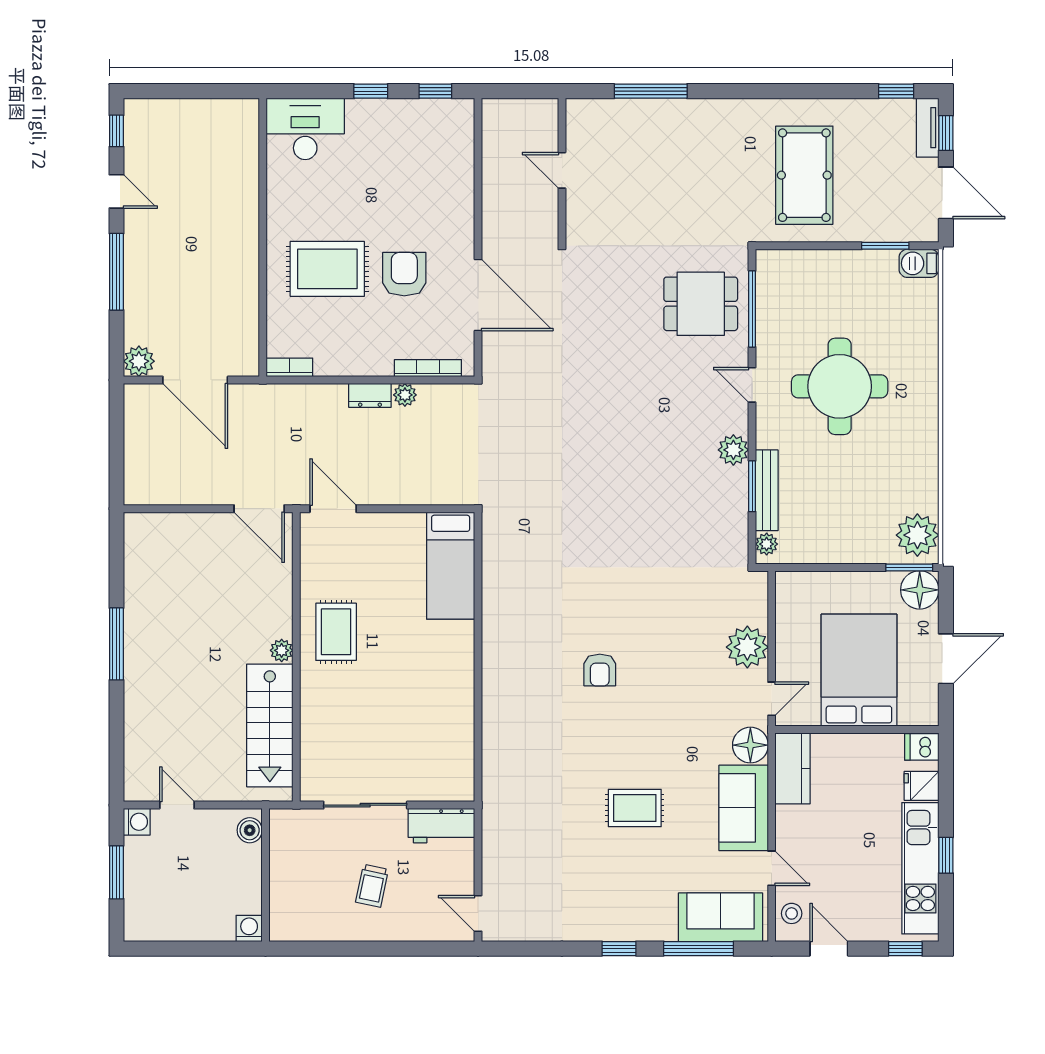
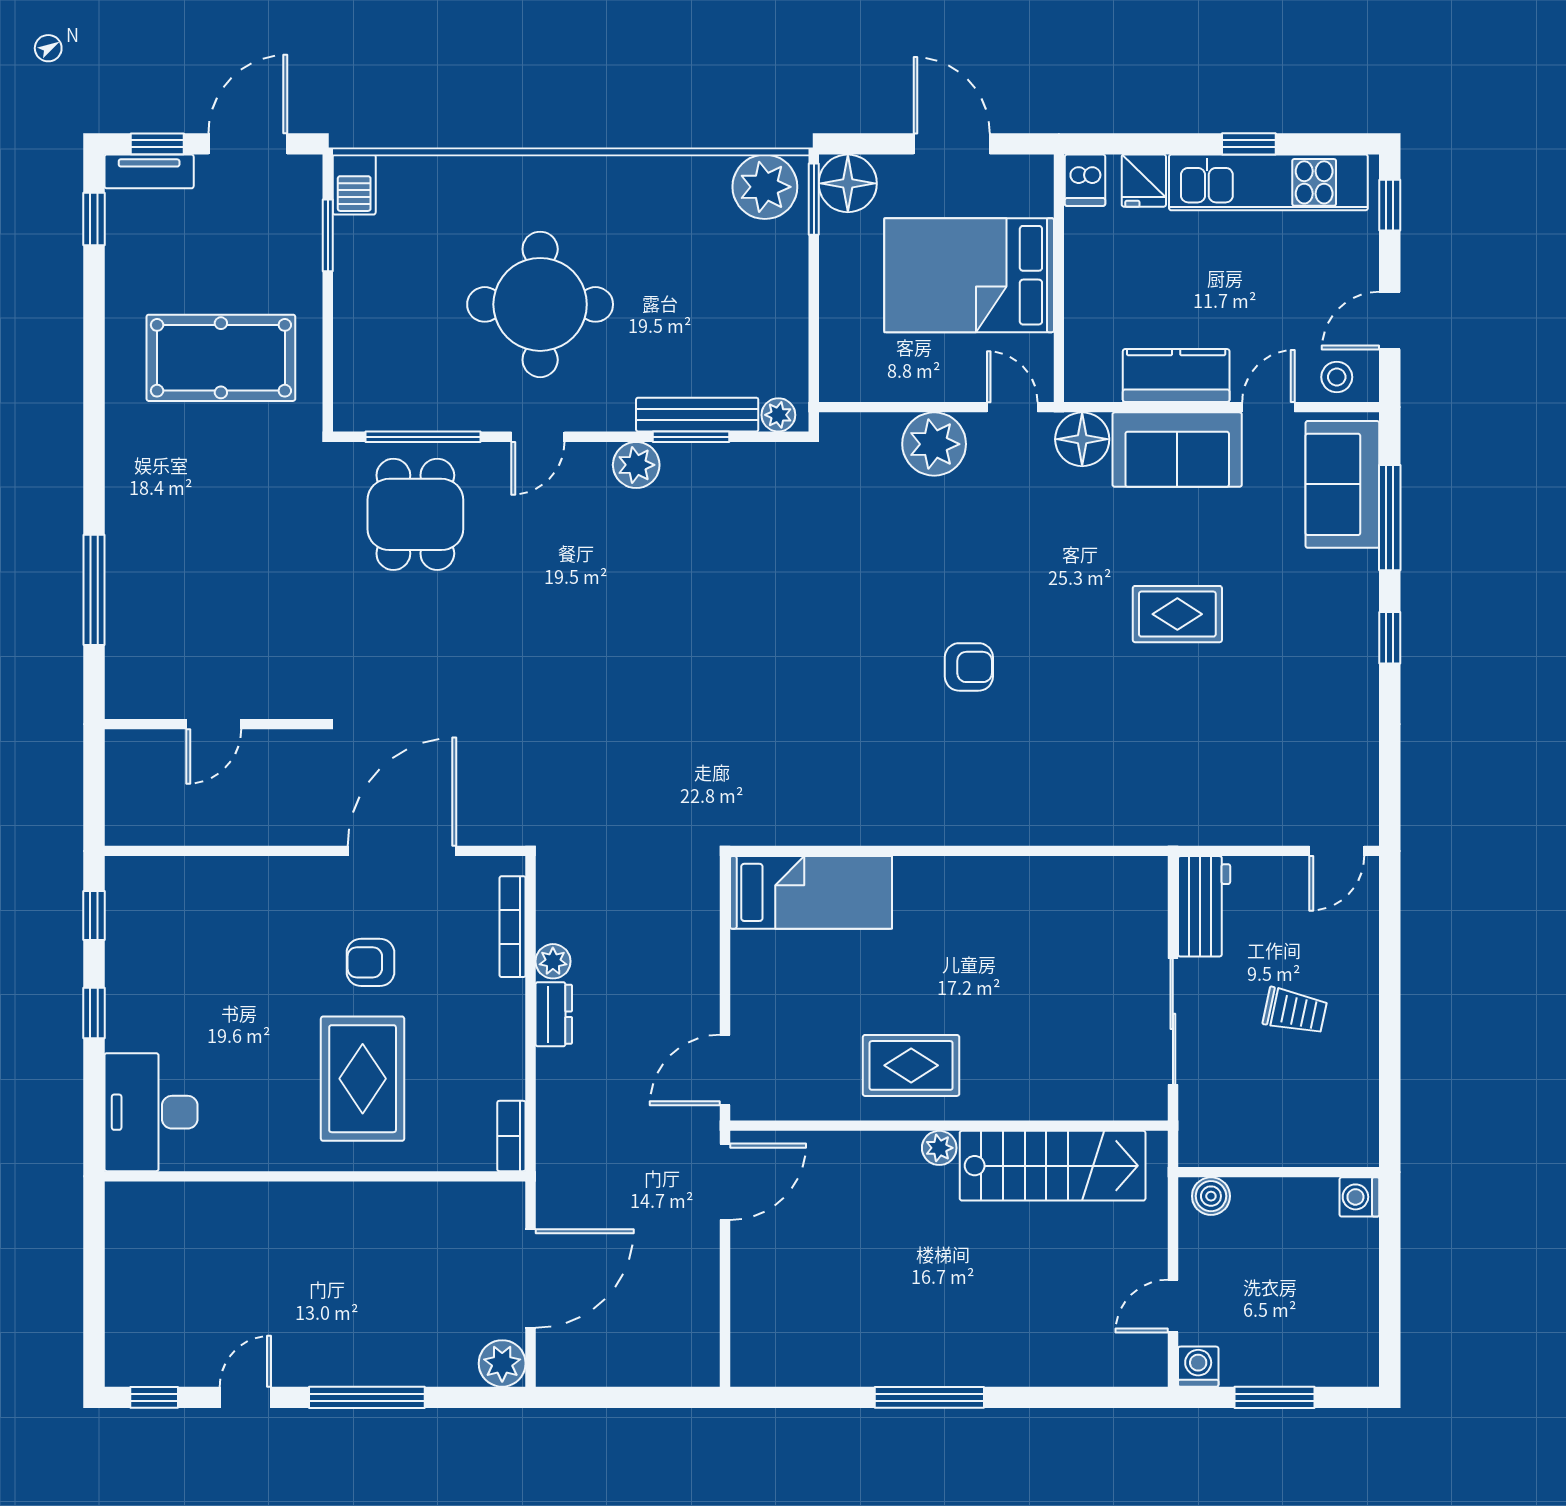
armchair: (404, 274) -> (370, 962), width x0.72, depth x0.72
kitchen counter: (793, 769) -> (1176, 376), moved
rug: (635, 808) -> (1177, 614), turned 90

